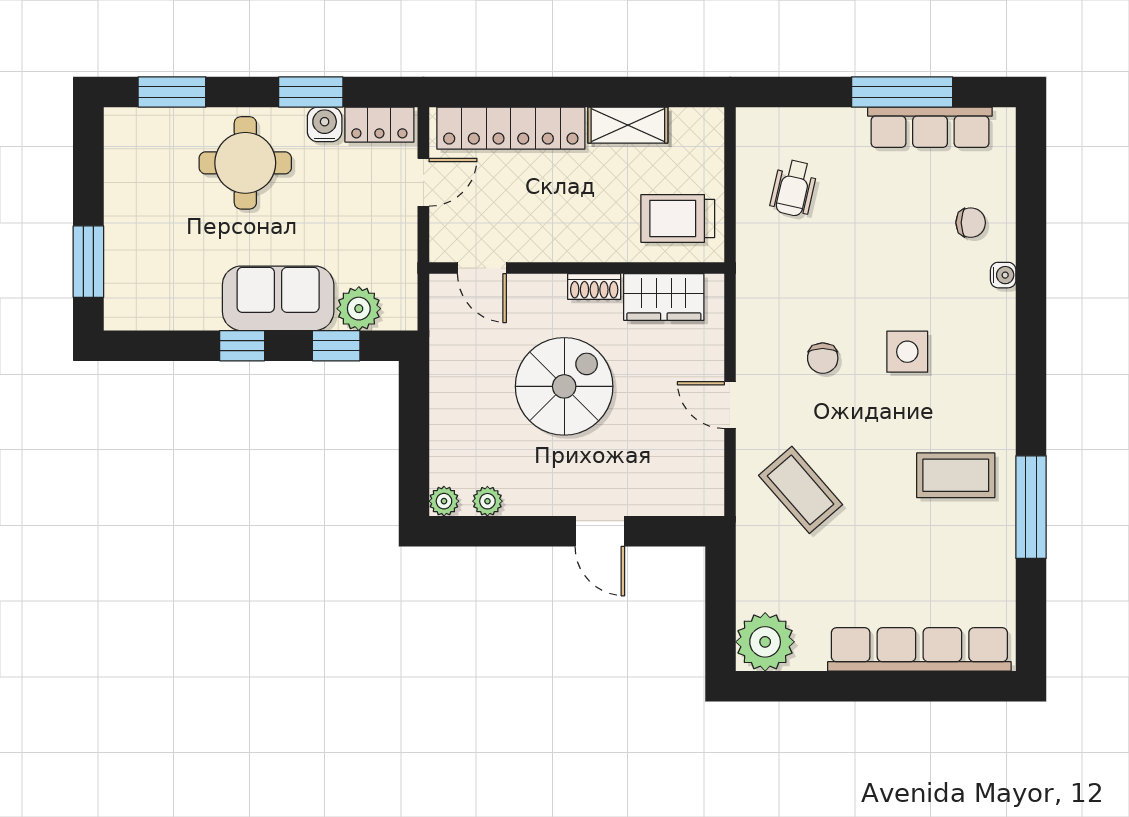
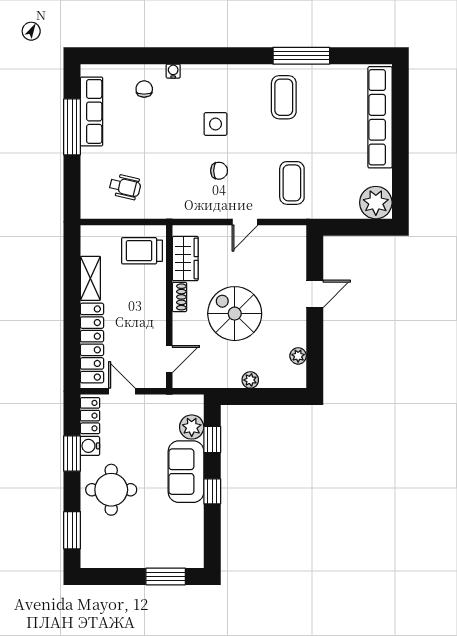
trolley: (678, 218) -> (142, 251), turned 90
coffee table: (801, 490) -> (292, 183), turned -49
plant: (444, 501) -> (250, 380), moved

